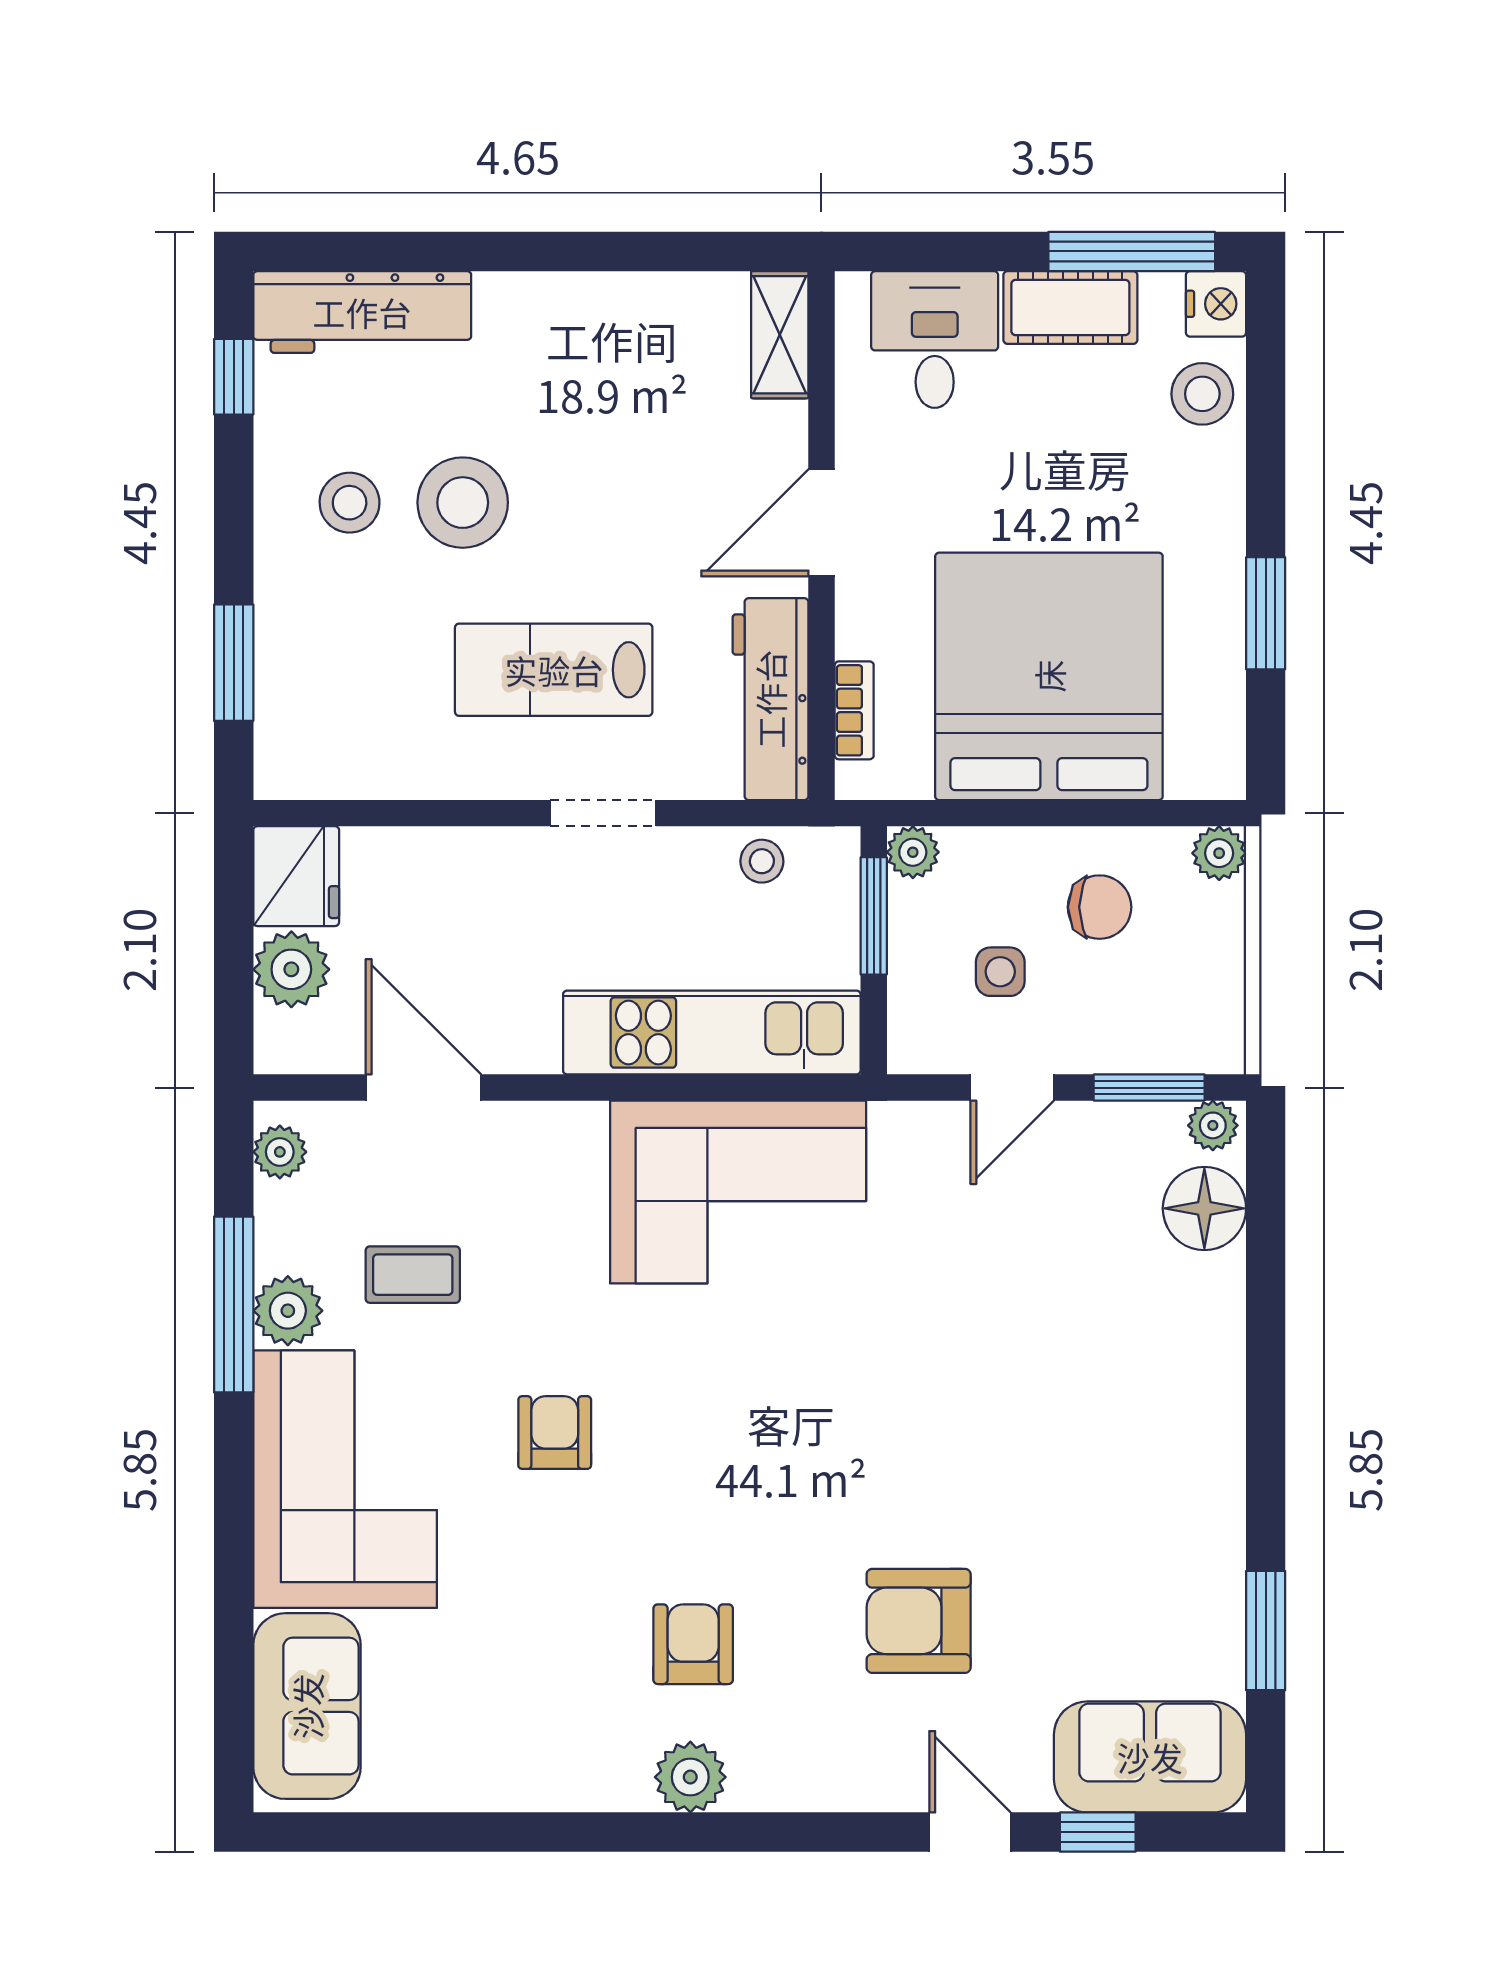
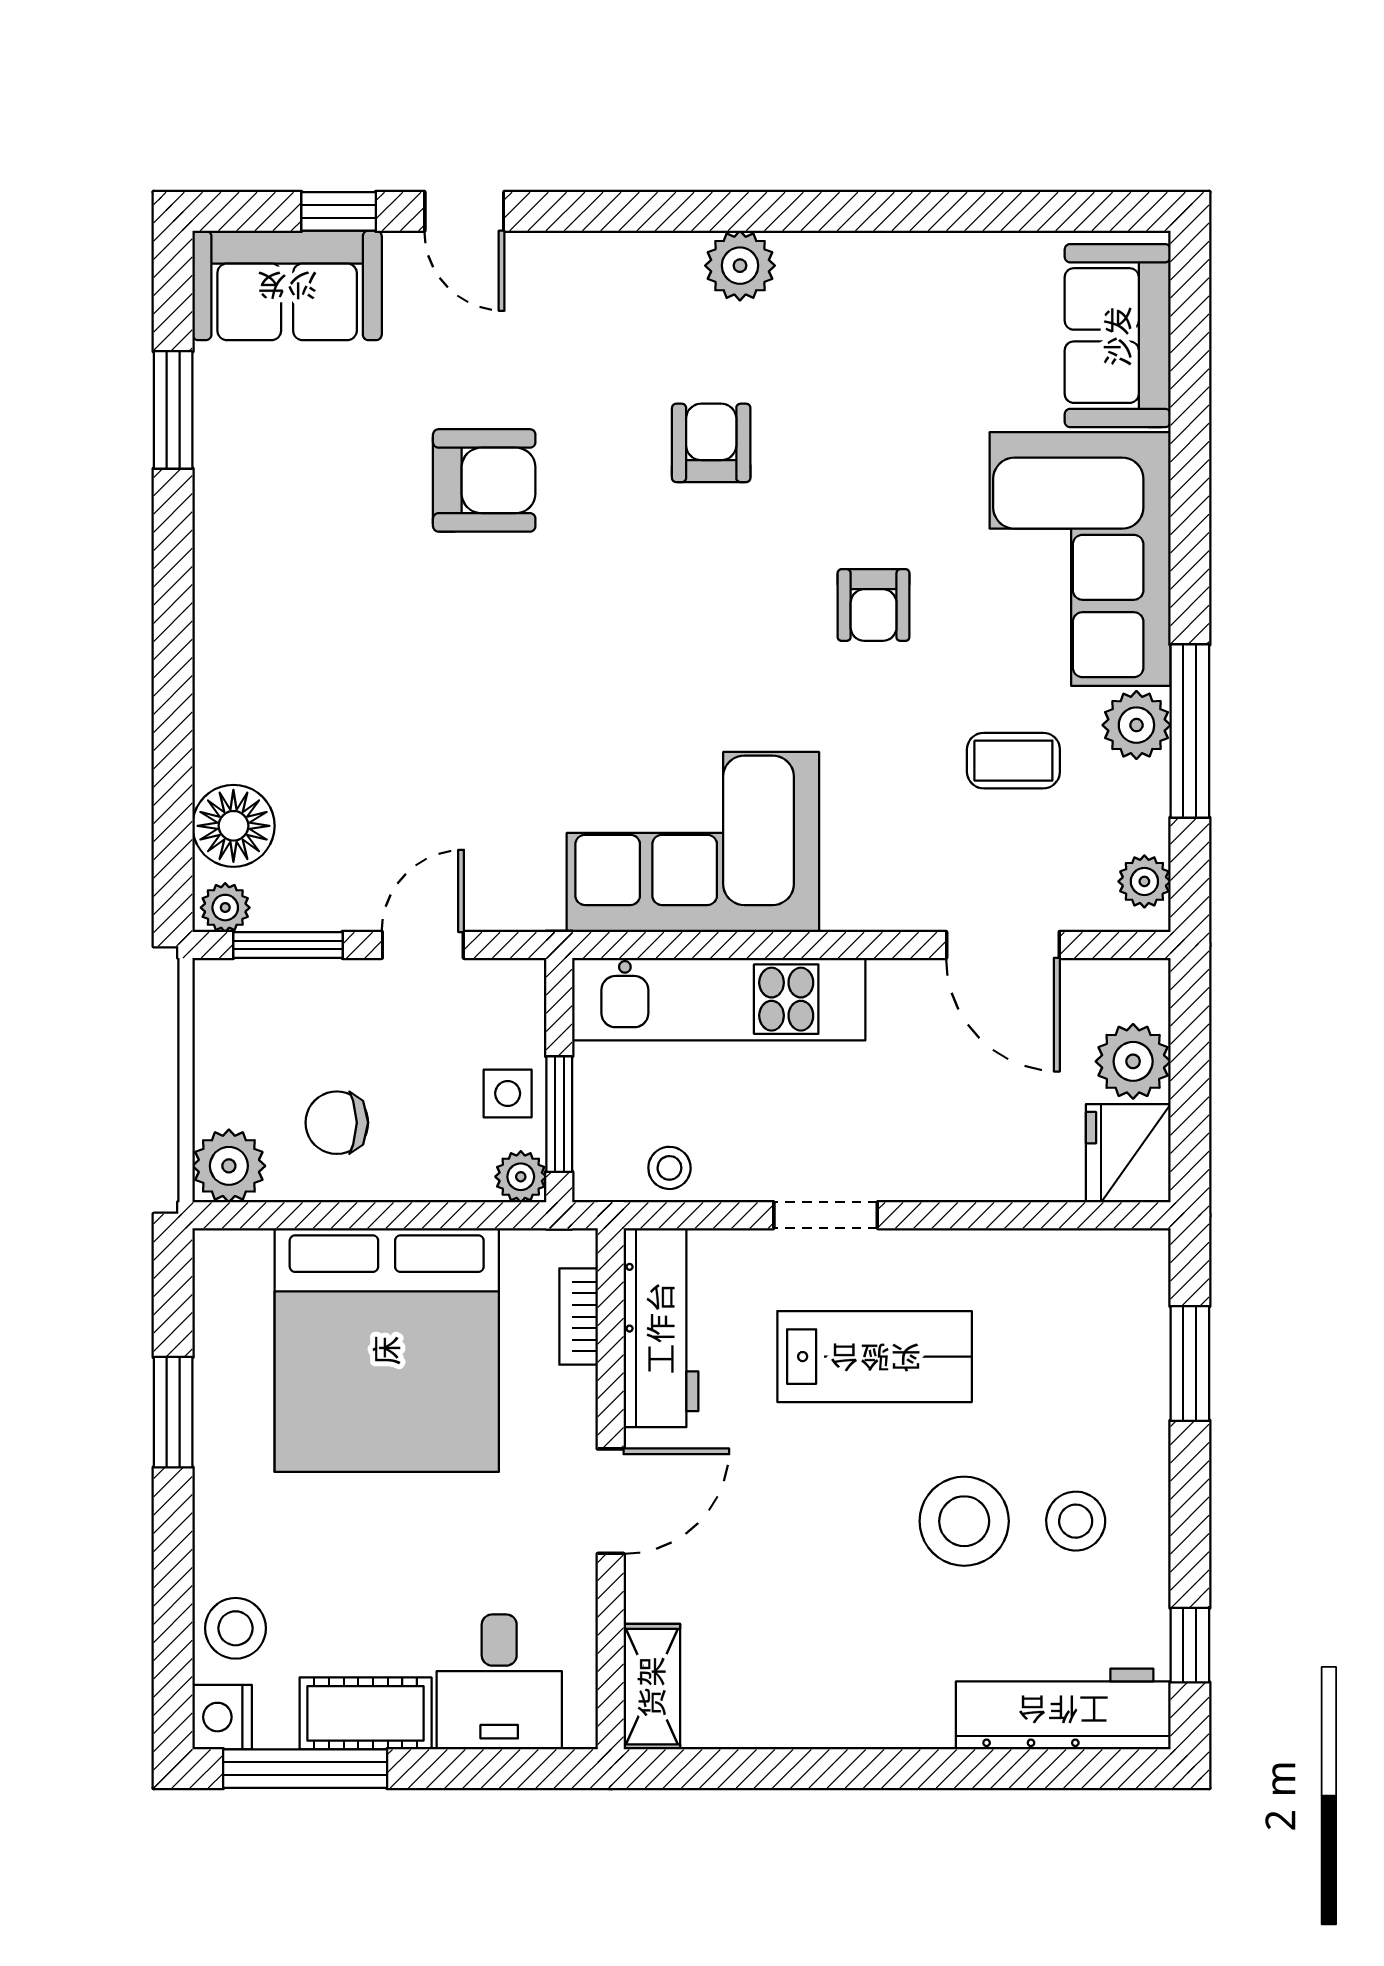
plant: (1219, 853) -> (229, 1166), width x1.38, depth x1.38
side table: (1000, 972) -> (508, 1093), moved
armchair: (919, 1621) -> (484, 480), moved
armchair: (693, 1644) -> (711, 443), moved, turned 180

